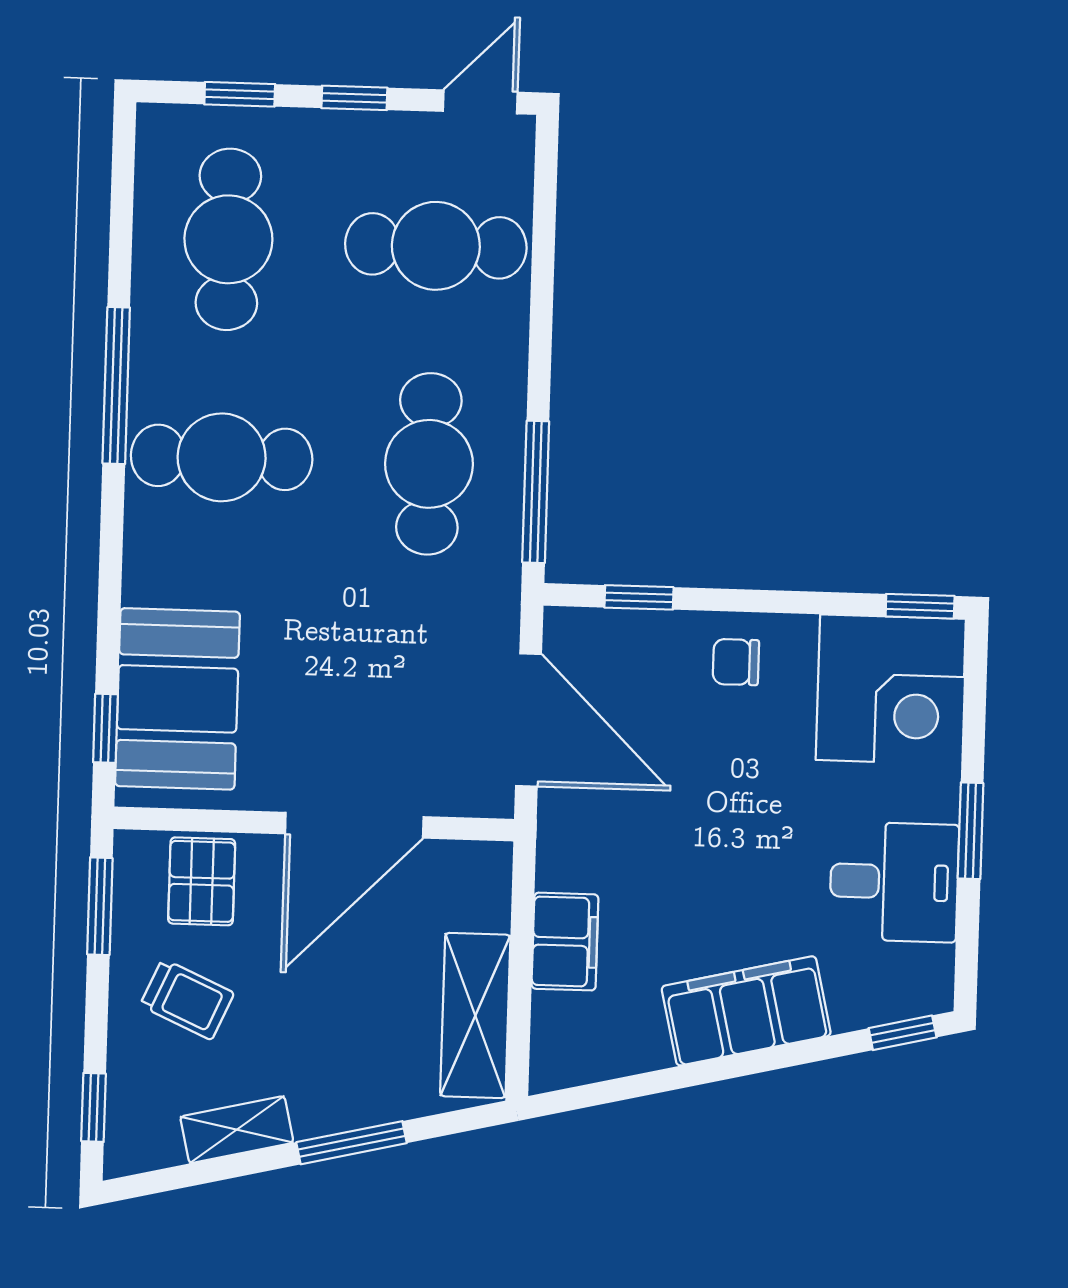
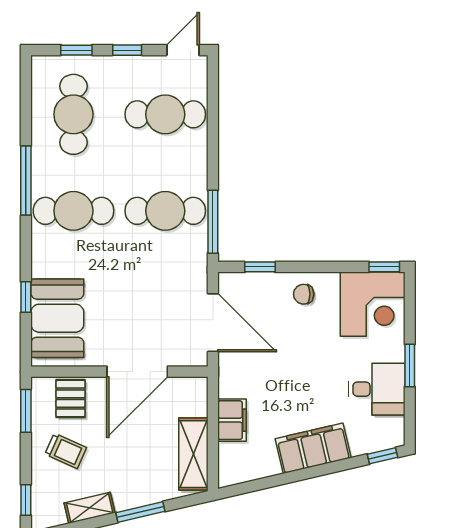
cafe table: (429, 464) -> (165, 211), turned 90
window: (105, 728) -> (26, 297), moved

